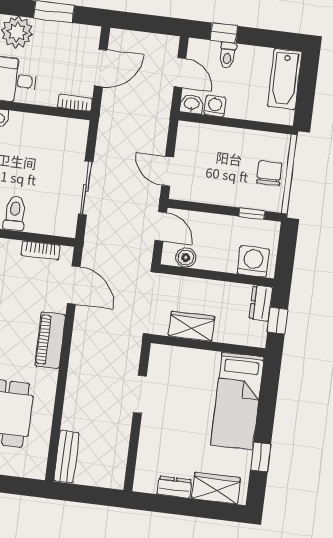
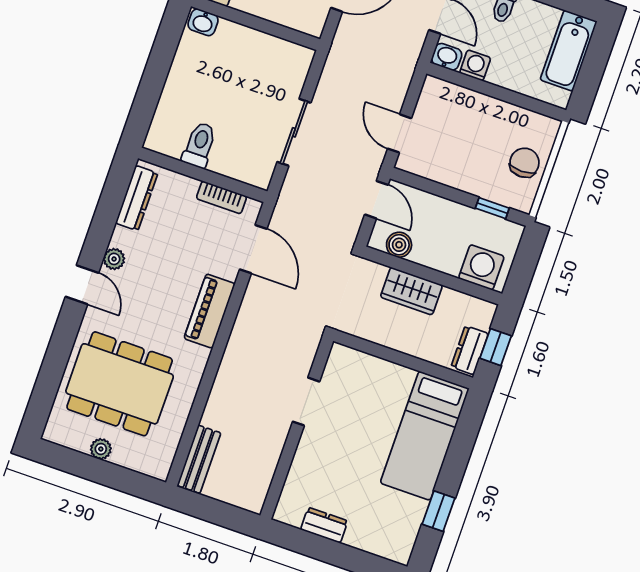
bookcase: (75, 103) -> (303, 24), removed
dresser: (261, 303) -> (470, 350), moved
wardrobe: (192, 326) -> (411, 291), moved, turned 180
wardrobe: (216, 488) -> (375, 538), removed

